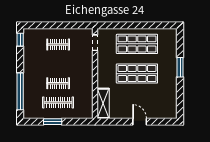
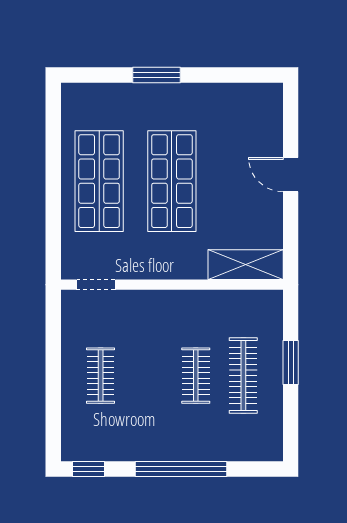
window: (20, 91) -> (181, 469), moved
window: (53, 122) -> (291, 362), moved
door: (140, 122) -> (291, 175), hinge flipped

